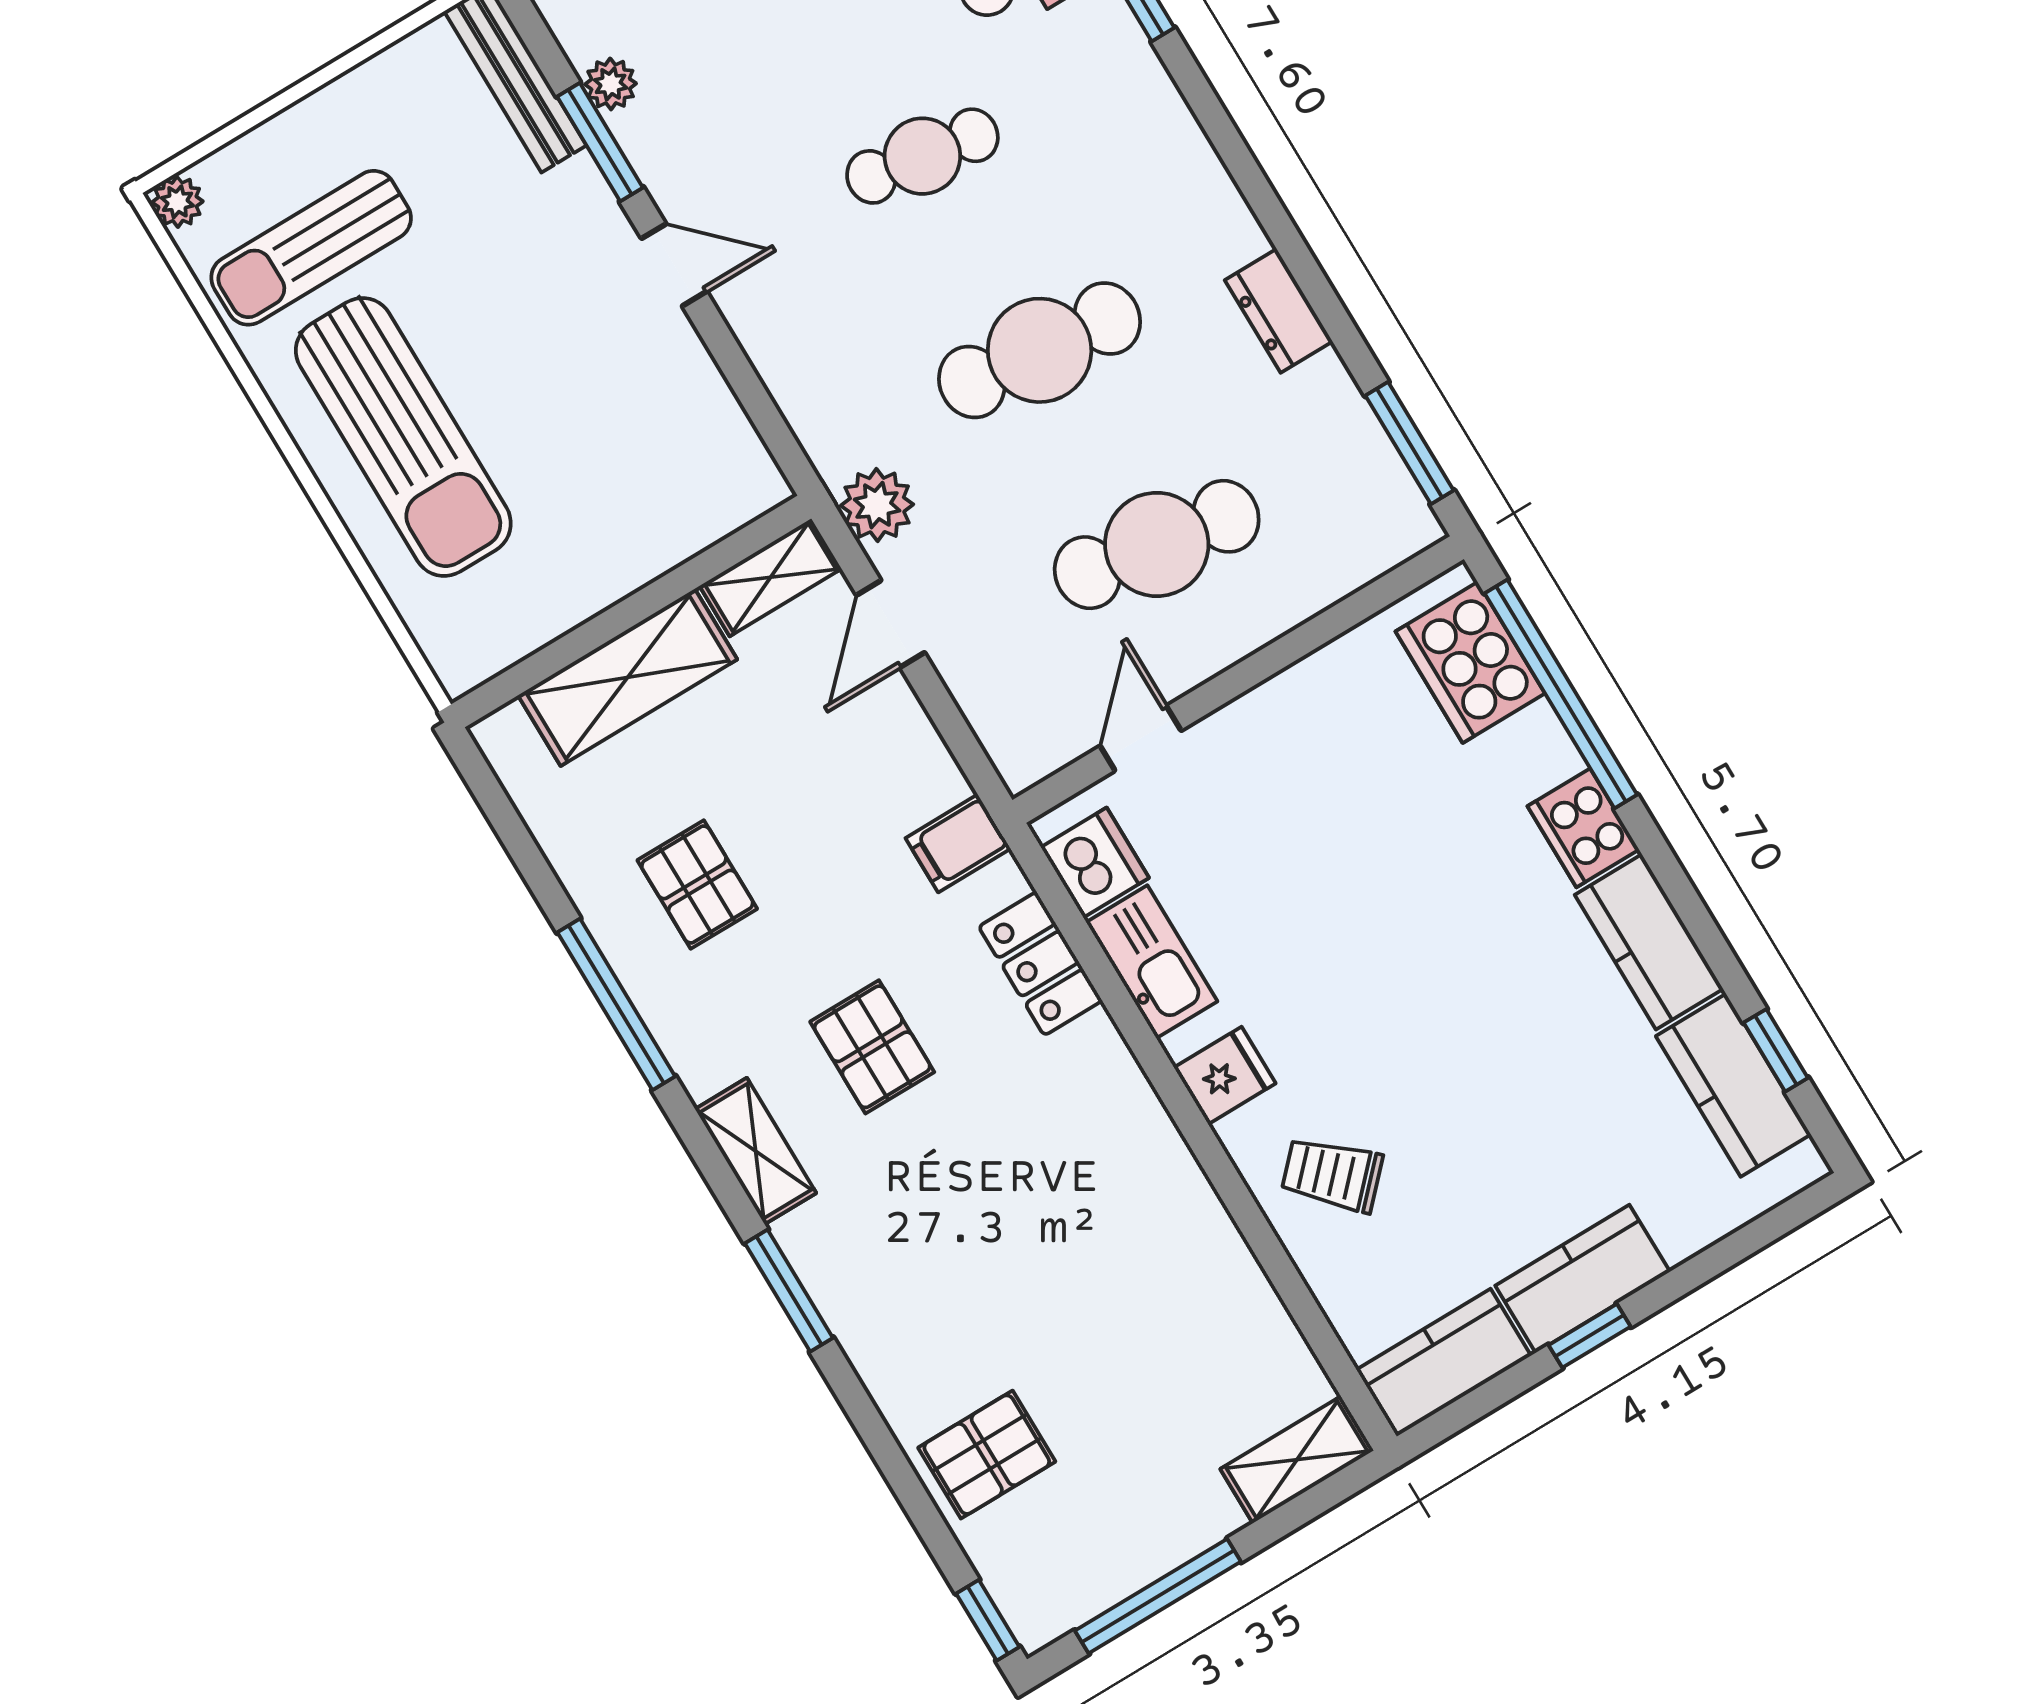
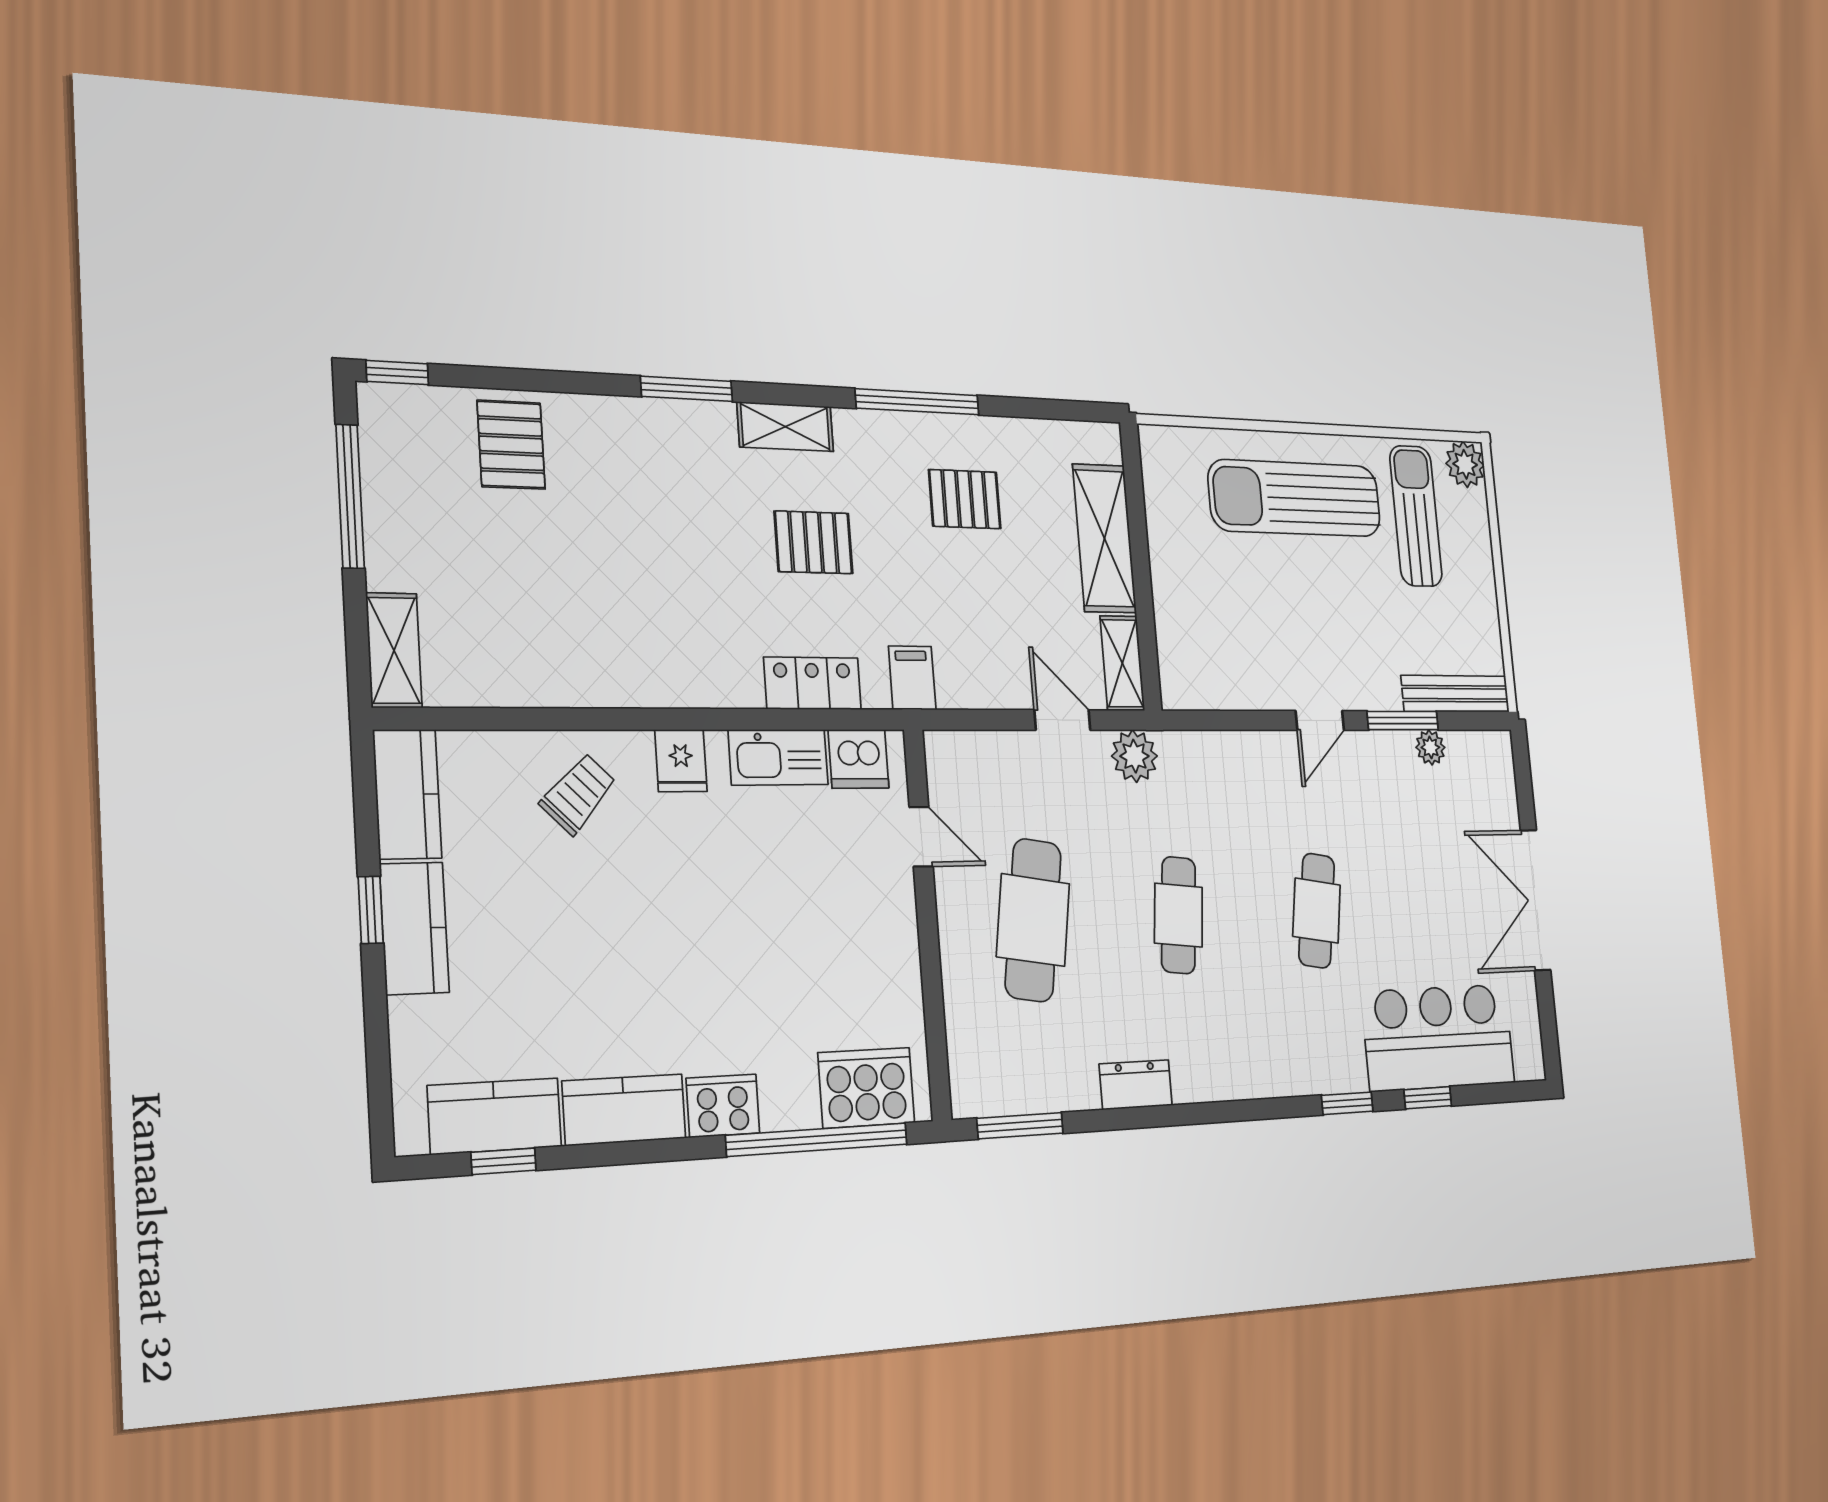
plant: (177, 202) -> (1465, 464), width x1.38, depth x1.38
cafe table: (1040, 350) -> (1178, 915), width x0.73, depth x0.74

